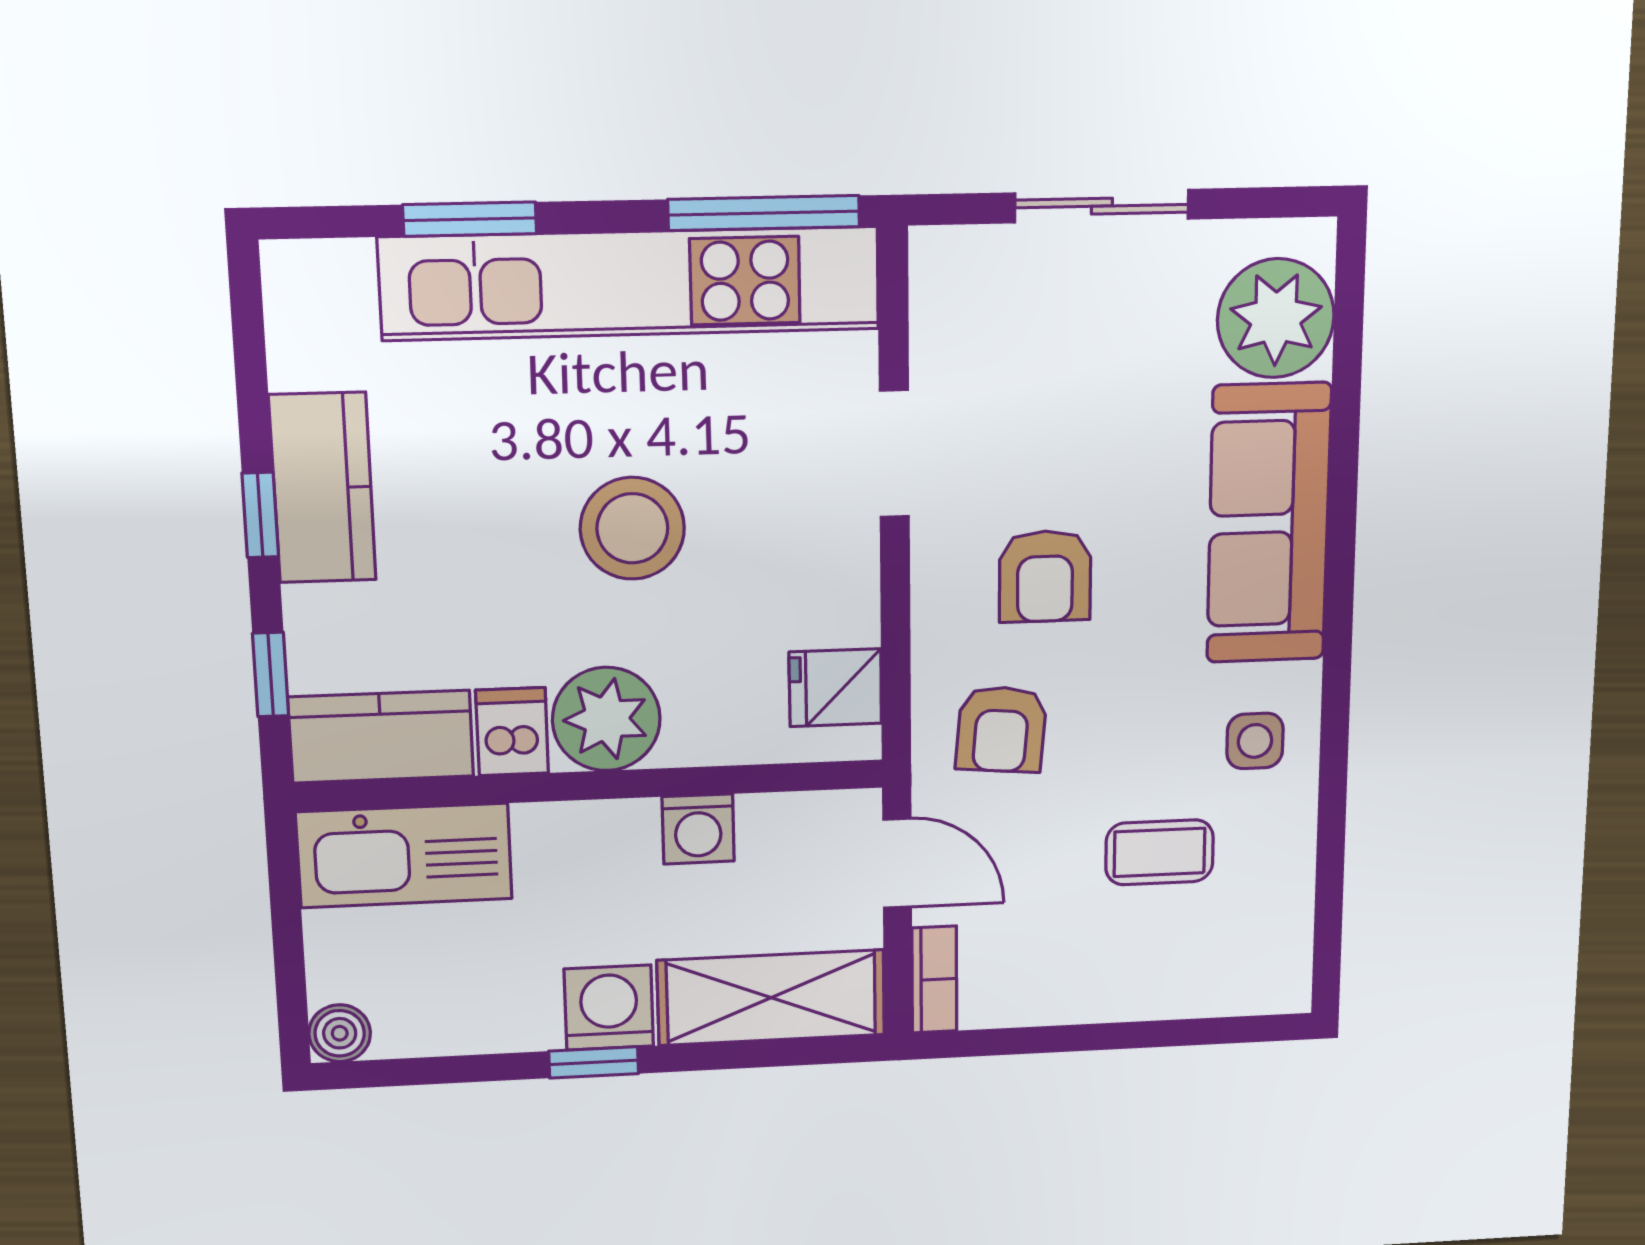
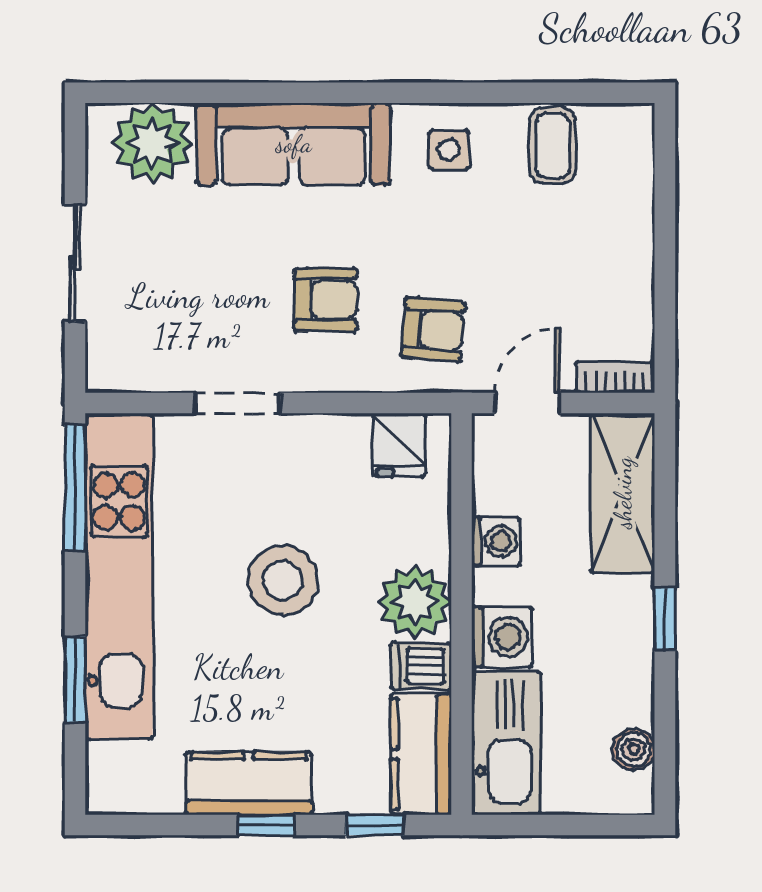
coffee table: (1159, 852) -> (553, 146), moved
washing machine: (609, 1008) -> (502, 637), moved, turned 180
boiler: (340, 1033) -> (634, 749), moved

